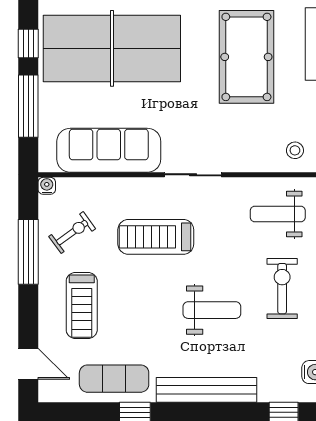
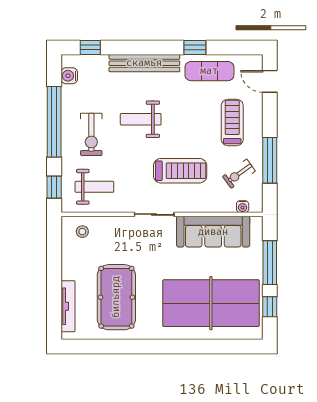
water cooler: (47, 186) -> (243, 207), moved

